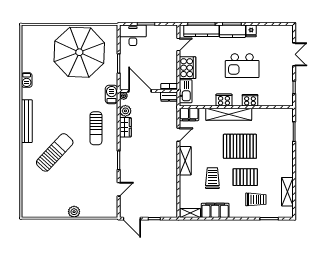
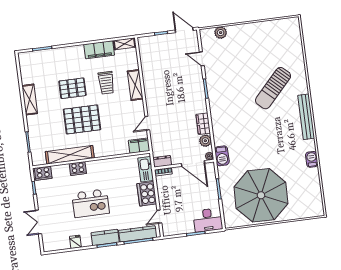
fridge: (251, 31) -> (75, 242), moved
kitchen island: (242, 66) -> (91, 203), turned 180
cooker: (224, 100) -> (43, 173), moved
shelving: (229, 114) -> (70, 155), moved
sun lounger: (96, 128) -> (234, 119), removed
shelving: (185, 161) -> (135, 85), moved
door: (119, 189) -> (202, 59), hinge flipped
shelving: (287, 192) -> (30, 100), moved
trolley: (256, 199) -> (58, 67), removed
plant: (74, 212) -> (221, 33), moved

